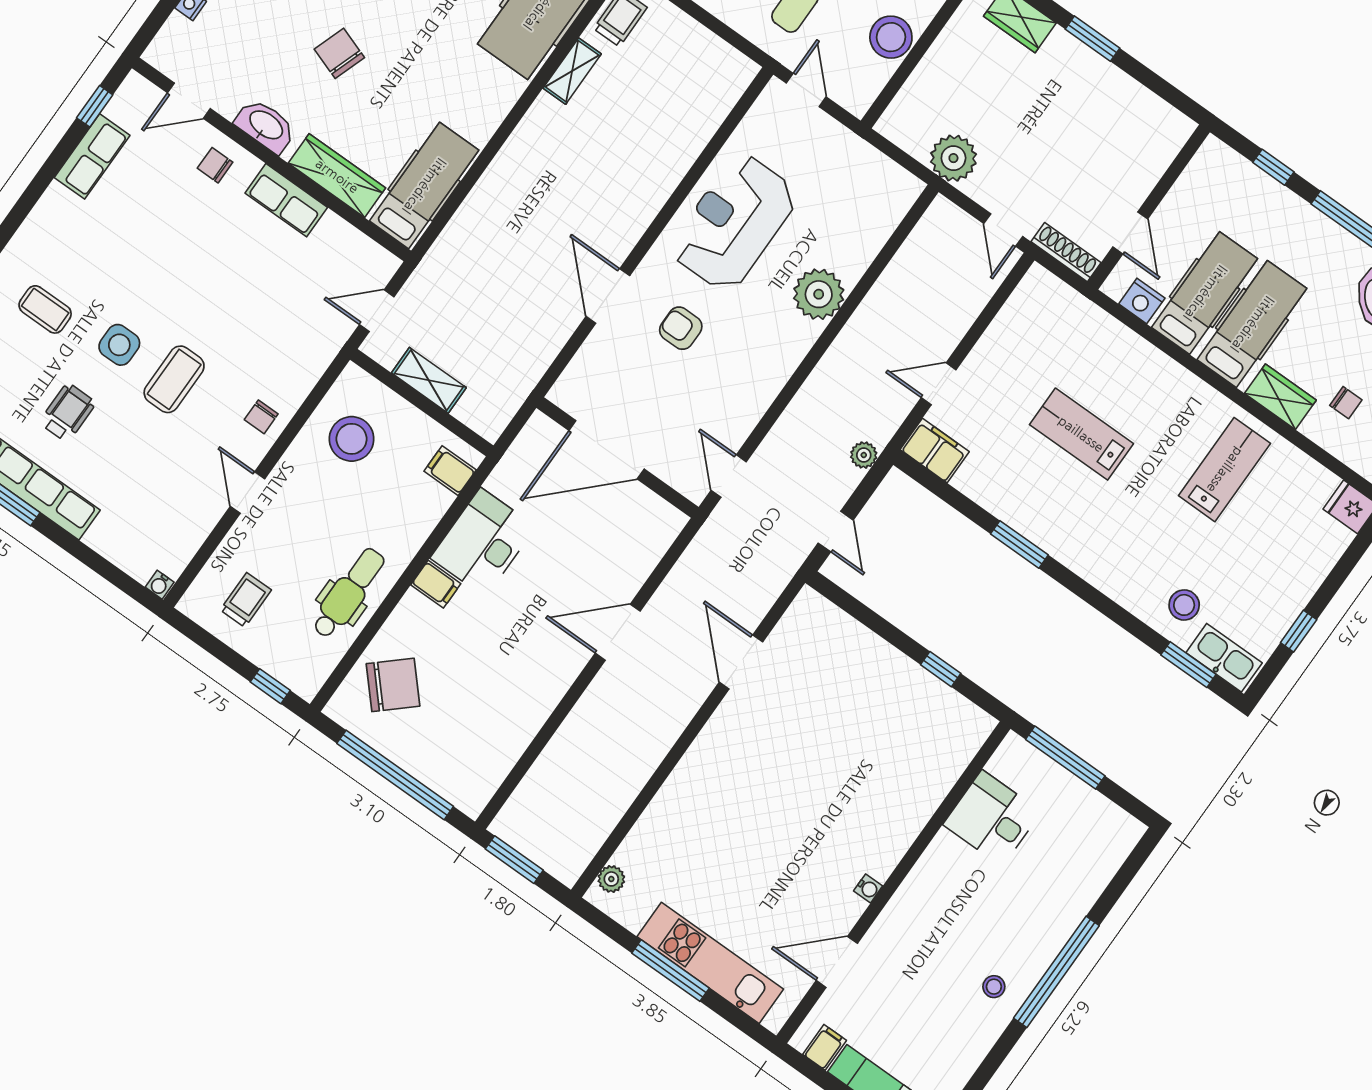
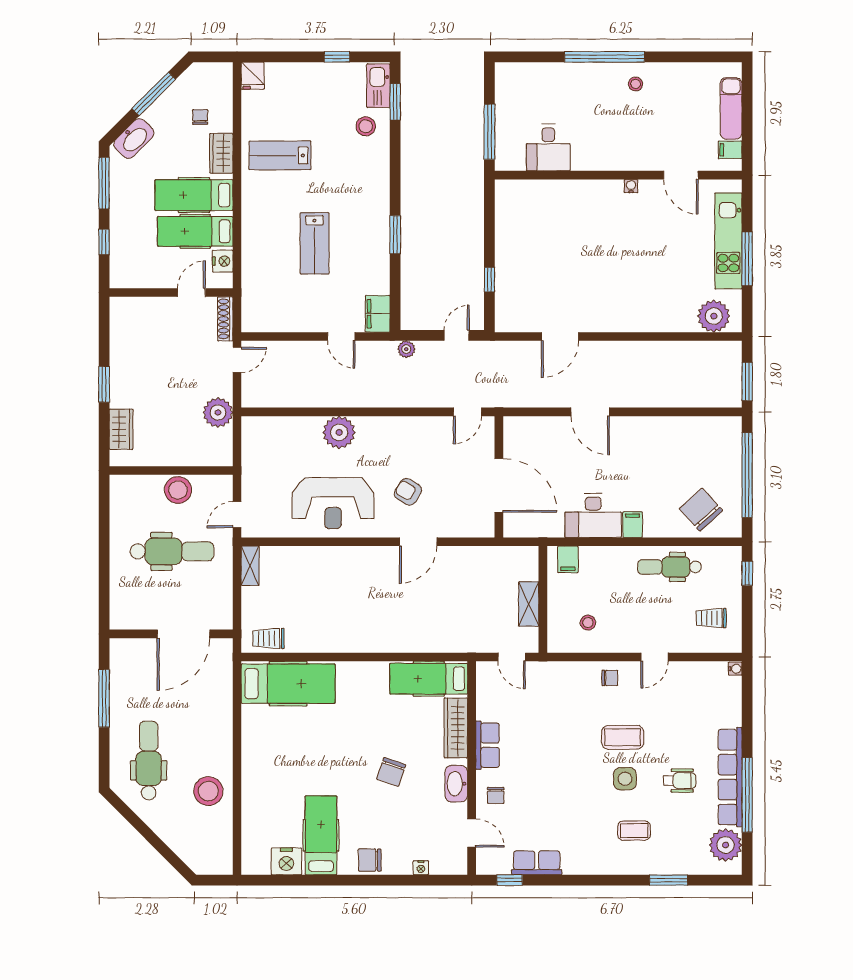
shelving: (572, 71) -> (250, 566), moved, turned 90
coffee table: (45, 309) -> (634, 831), turned 90
armchair: (681, 328) -> (408, 492), turned 121
wheelchair: (68, 413) -> (680, 781), turned 180
stool: (352, 439) -> (588, 623), width x0.53, depth x0.53
window: (941, 669) -> (489, 280), moved
plant: (611, 879) -> (714, 316), width x1.88, depth x1.88

